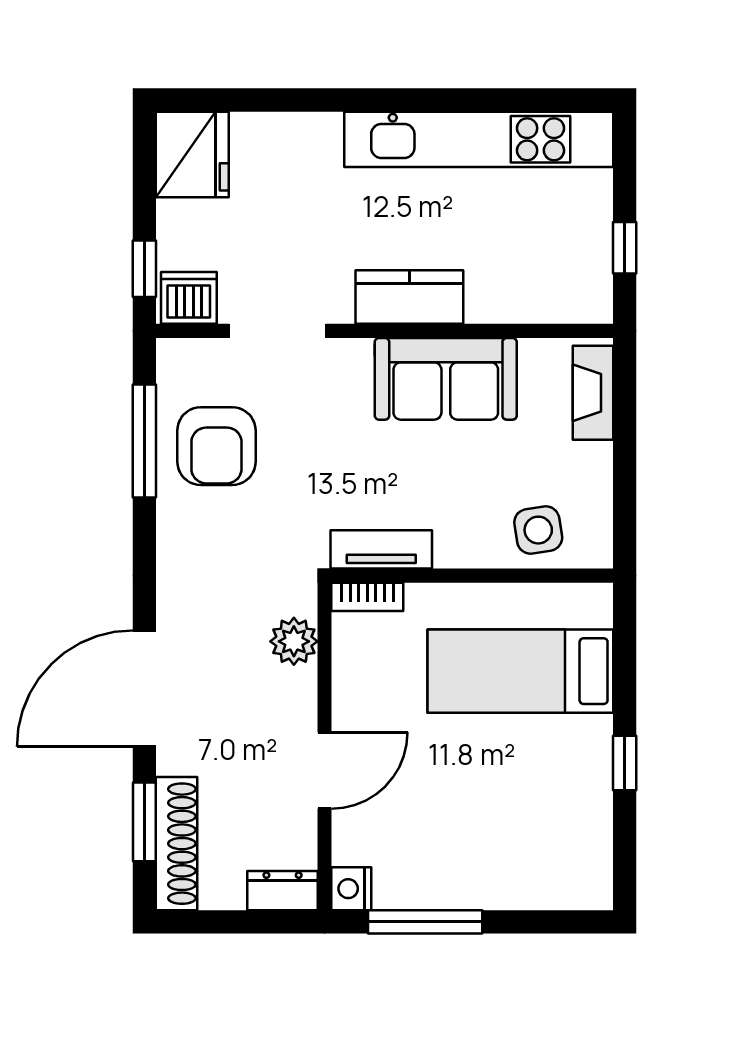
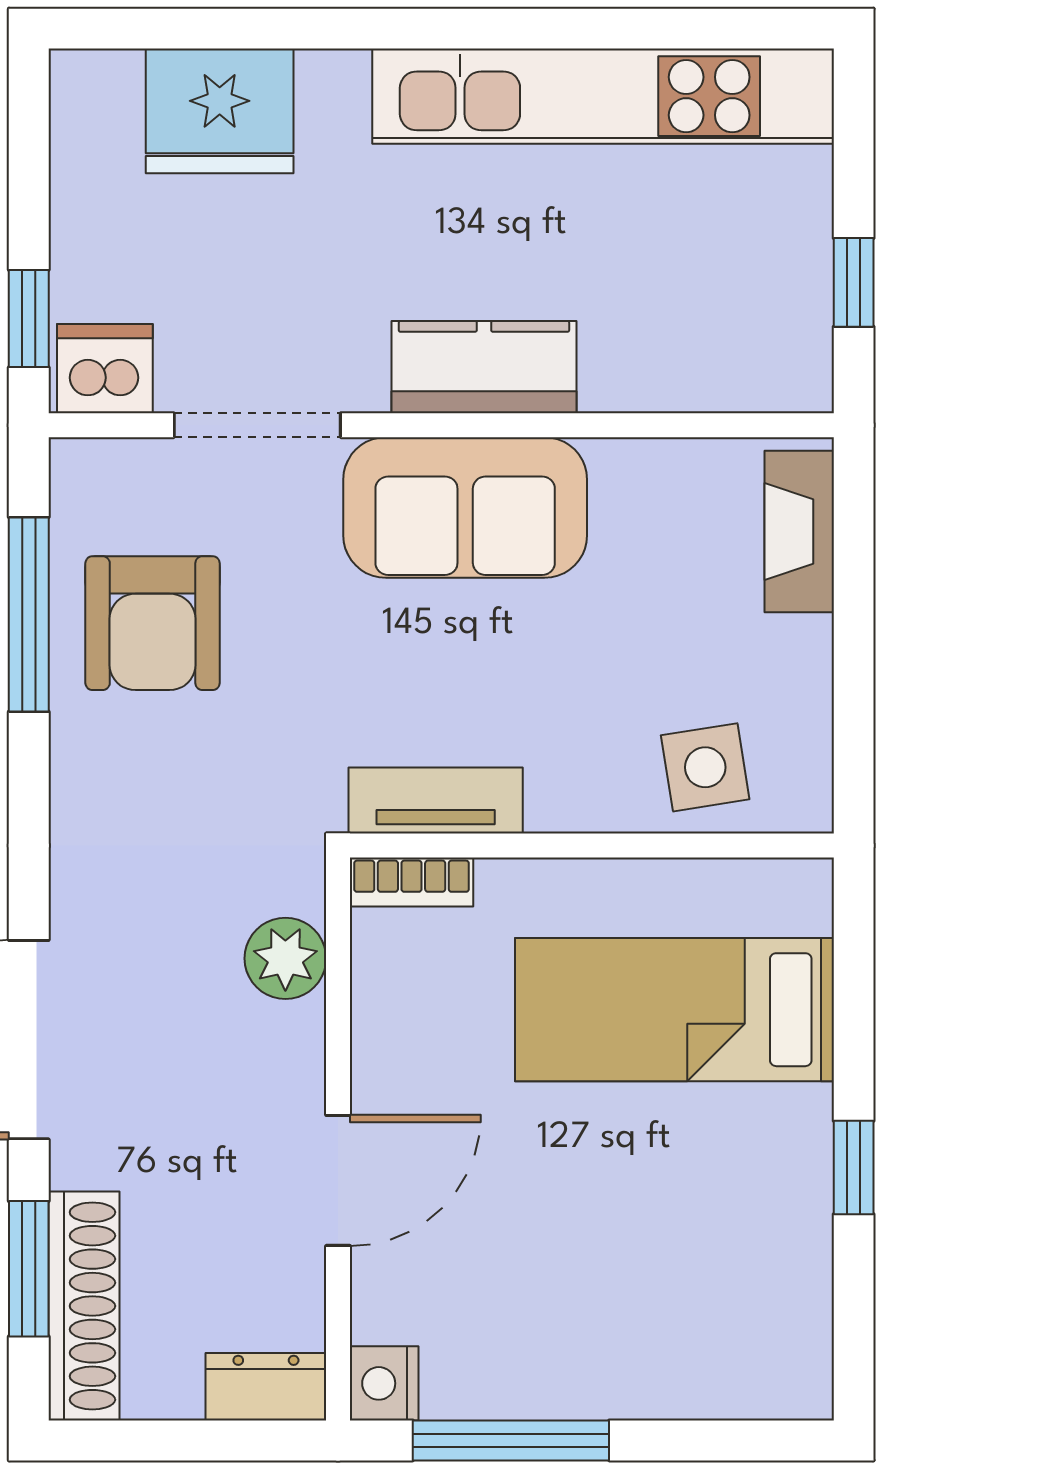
fridge: (192, 154) -> (220, 111), moved, turned 90
sofa: (446, 379) -> (465, 507), moved

